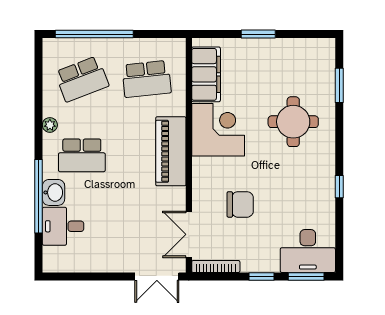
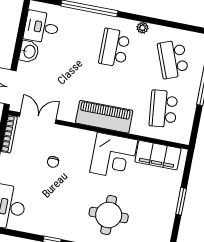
washbasin: (54, 192) -> (29, 52), moved, turned -90
chair: (240, 204) -> (53, 162), width x0.54, depth x0.54
desk: (63, 226) -> (41, 27), moved, turned -90

